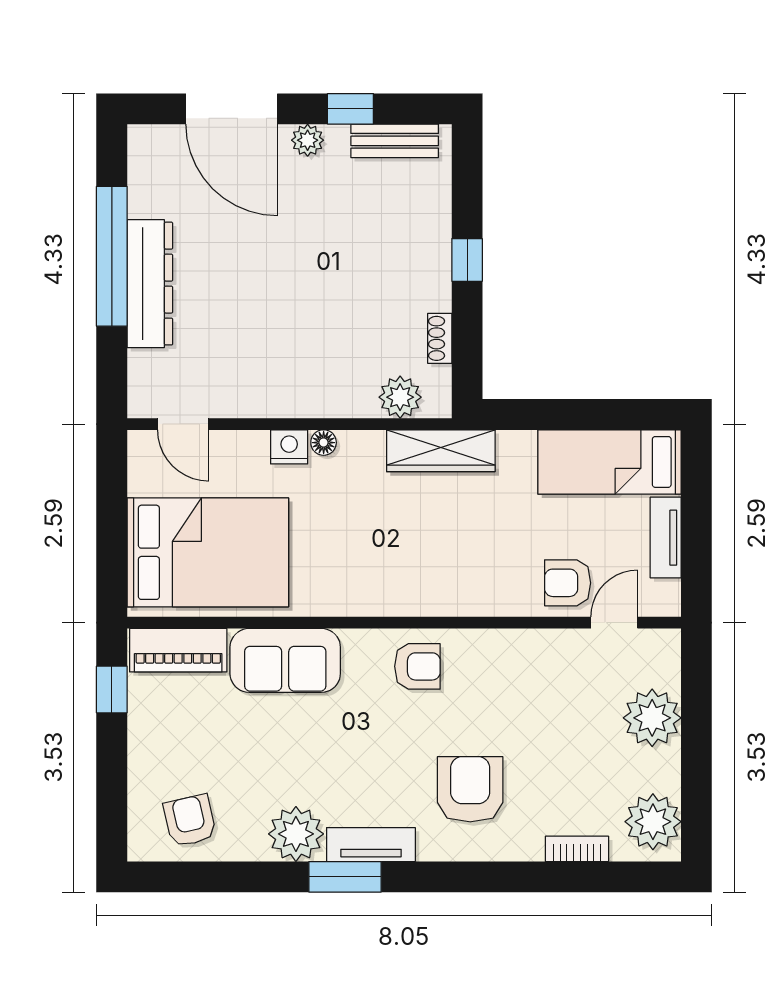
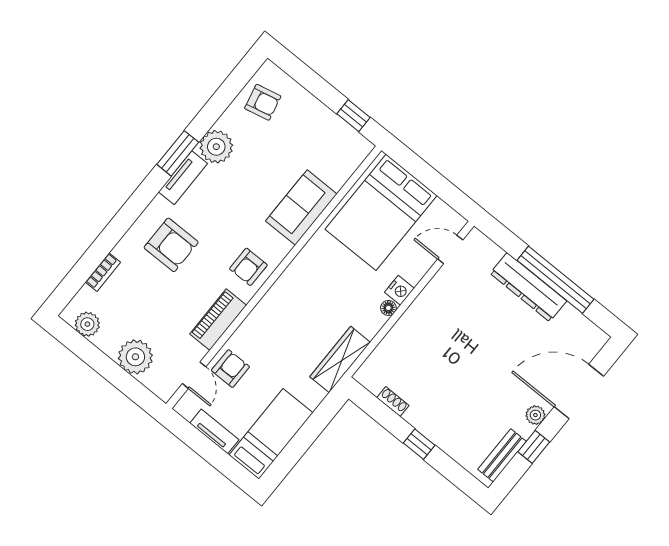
plant: (400, 397) -> (381, 361), removed
piano: (178, 650) -> (218, 320), moved
plant: (653, 822) -> (87, 324), width x0.73, depth x0.73

